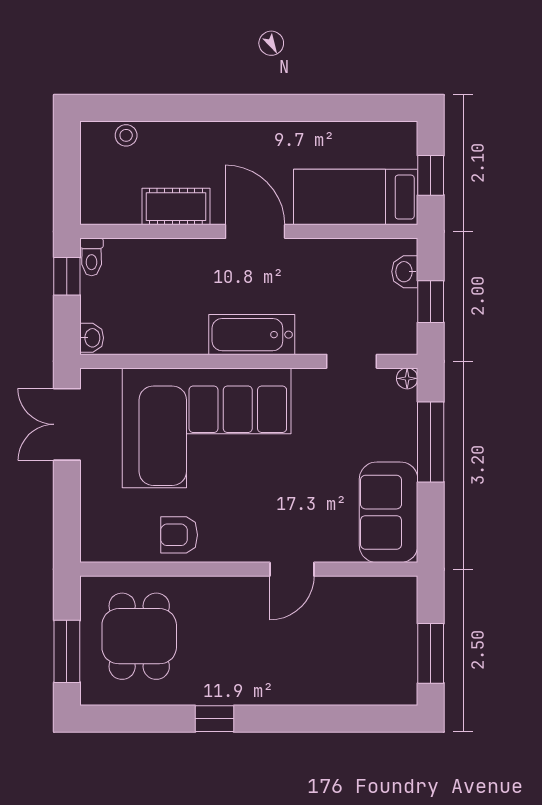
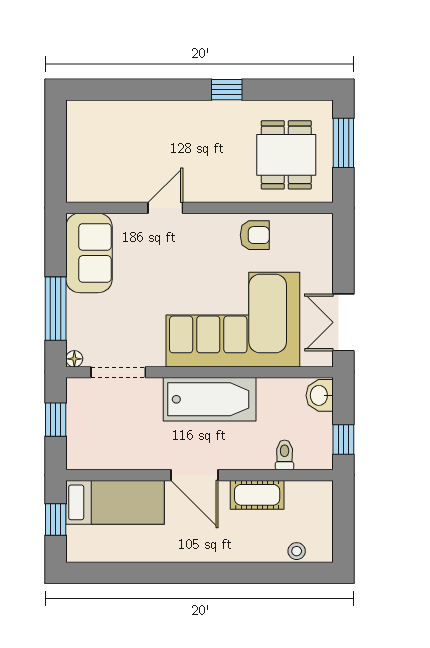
toilet: (92, 257) -> (285, 455), moved
washbasin: (405, 272) -> (76, 443), removed
bathtub: (252, 335) -> (210, 399), width x1.36, depth x1.36
washbasin: (92, 338) -> (320, 395), width x1.38, depth x1.45
doorway: (352, 361) -> (118, 372), width x1.38
double door: (67, 424) -> (343, 322), swing flipped
window: (431, 653) -> (56, 141), removed

